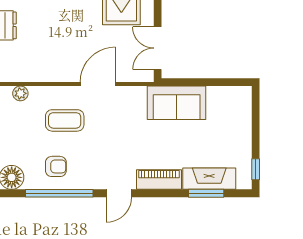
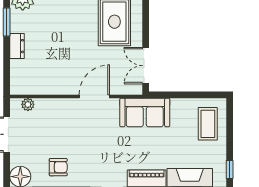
sofa: (177, 103) -> (145, 112), moved
coffee table: (65, 120) -> (208, 124), moved, turned 90

